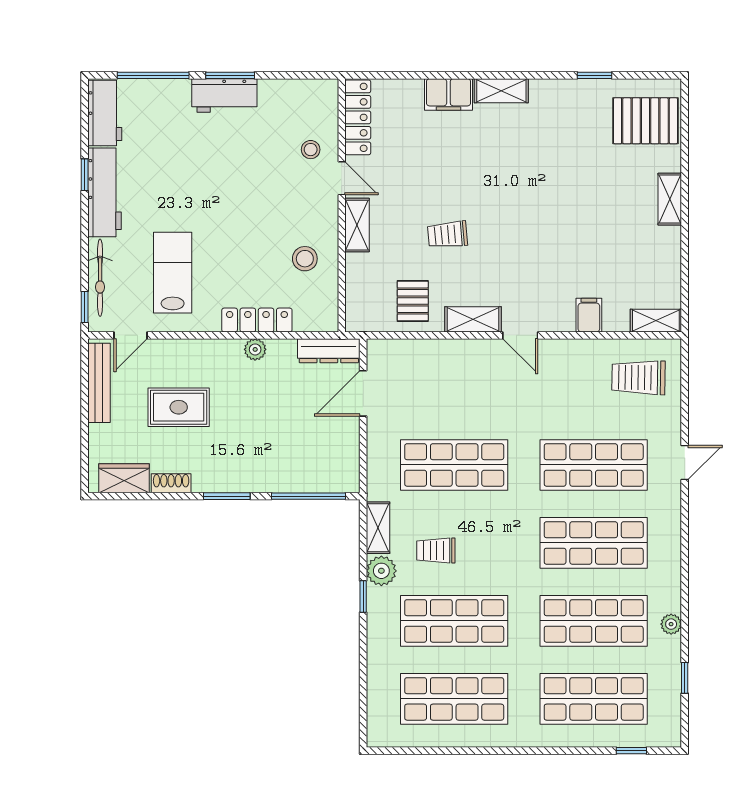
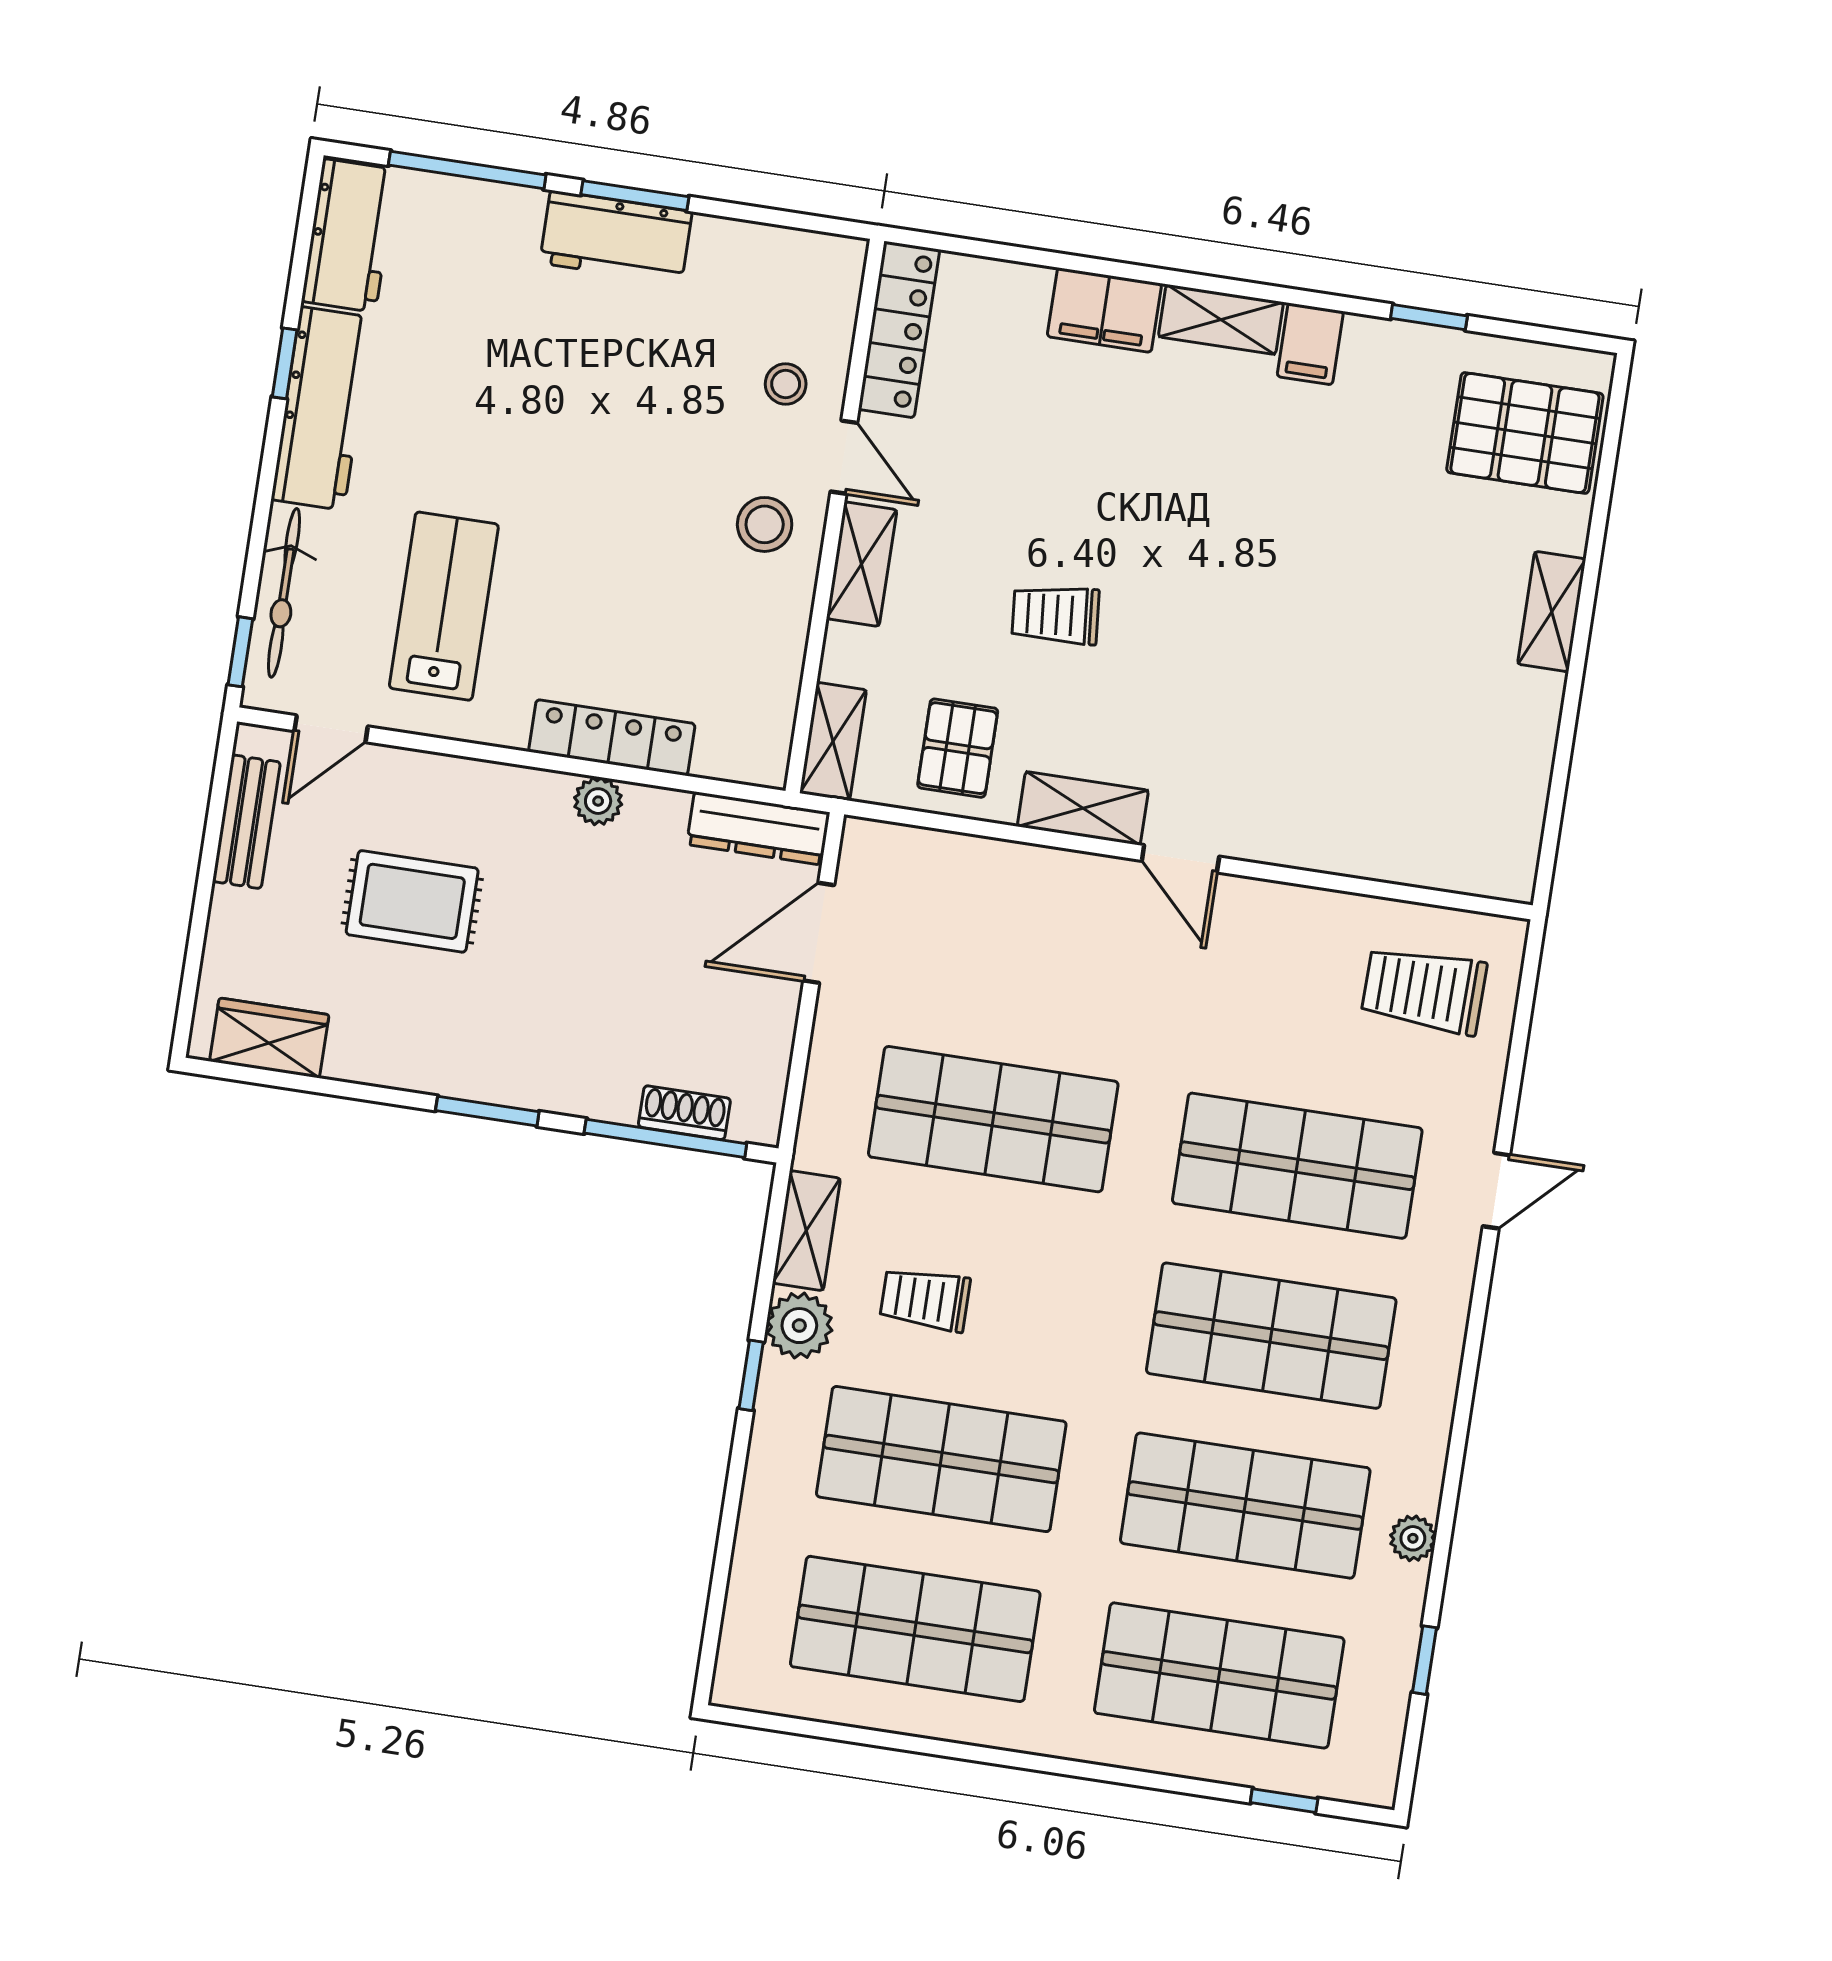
stool: (305, 259) -> (765, 524), moved
filing cabinet: (589, 315) -> (1310, 344), moved, turned 180
shelving: (656, 321) -> (833, 741), moved, turned 90
bench: (99, 383) -> (246, 822), width x0.73
shoe rack: (171, 483) -> (684, 1113), moved

